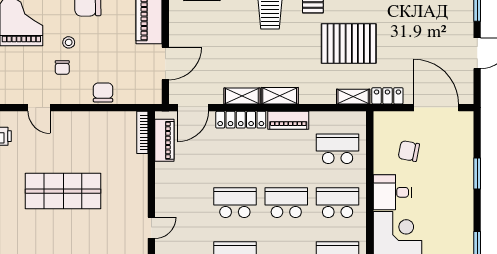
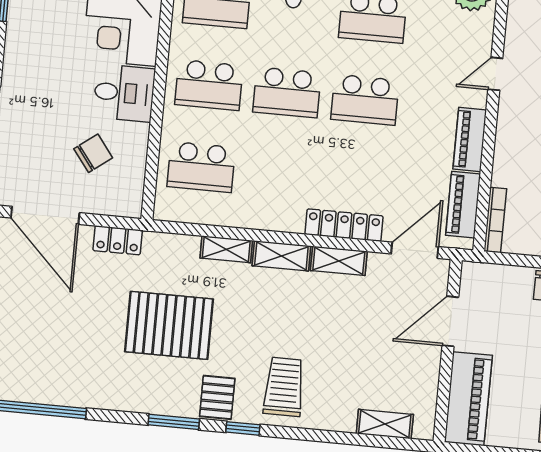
shelving: (353, 97) -> (226, 249), moved
piano: (288, 120) -> (470, 139), moved, turned -90
chair: (409, 151) -> (93, 153), turned -48

